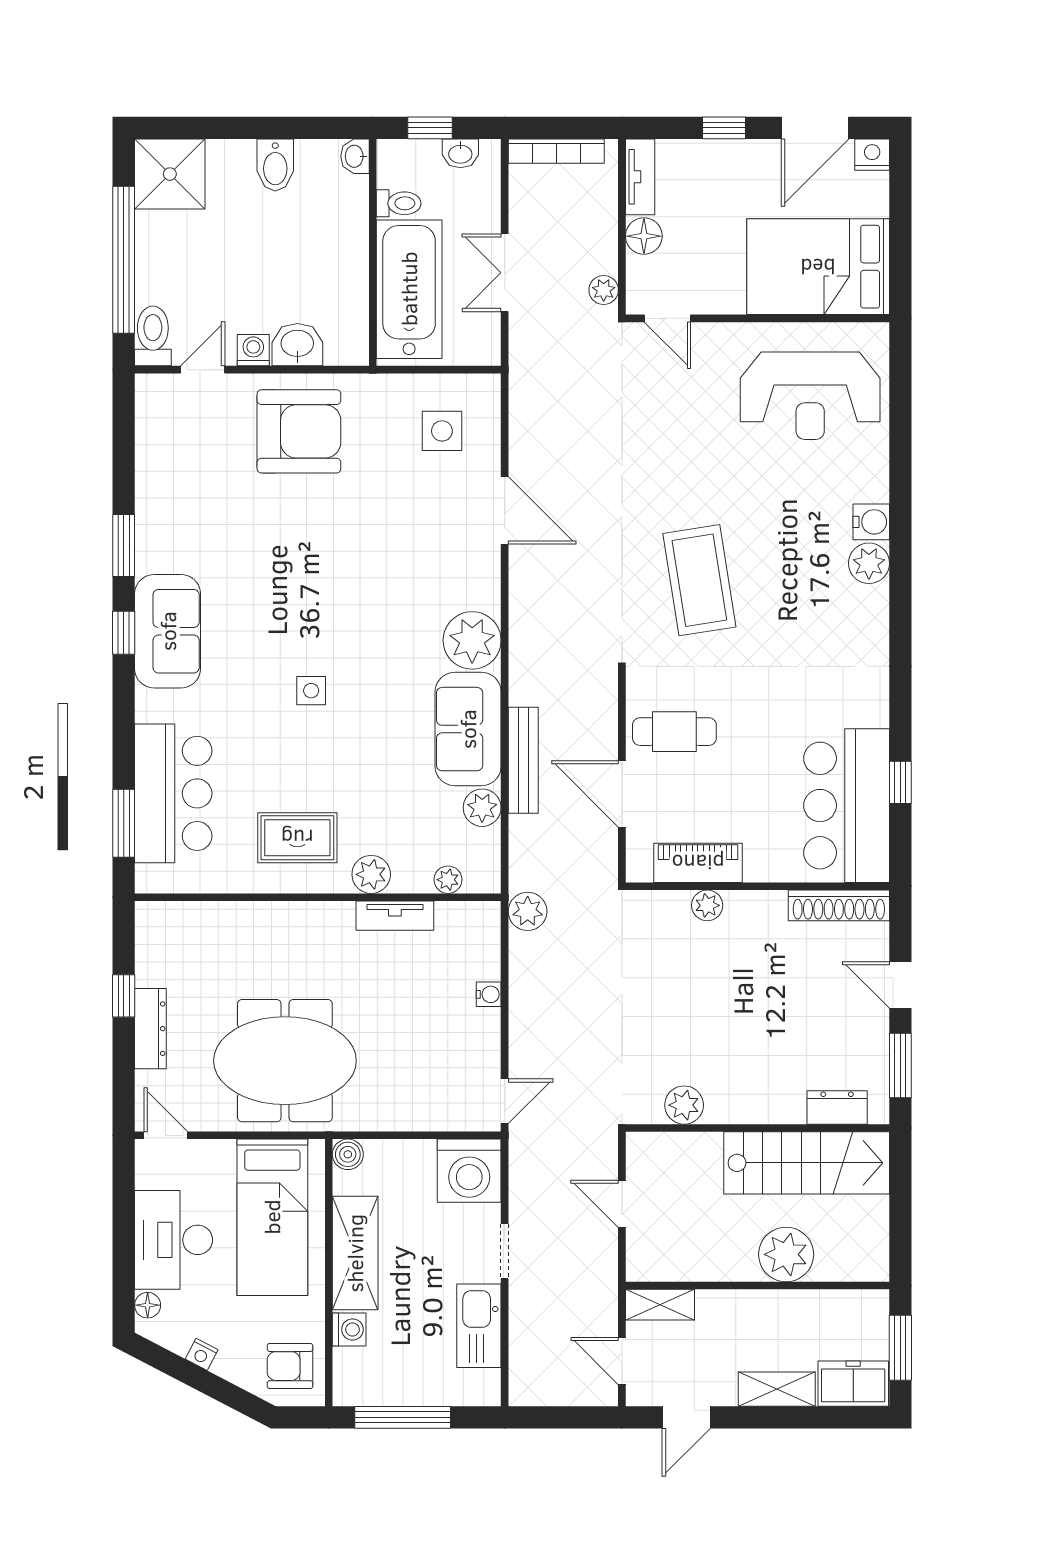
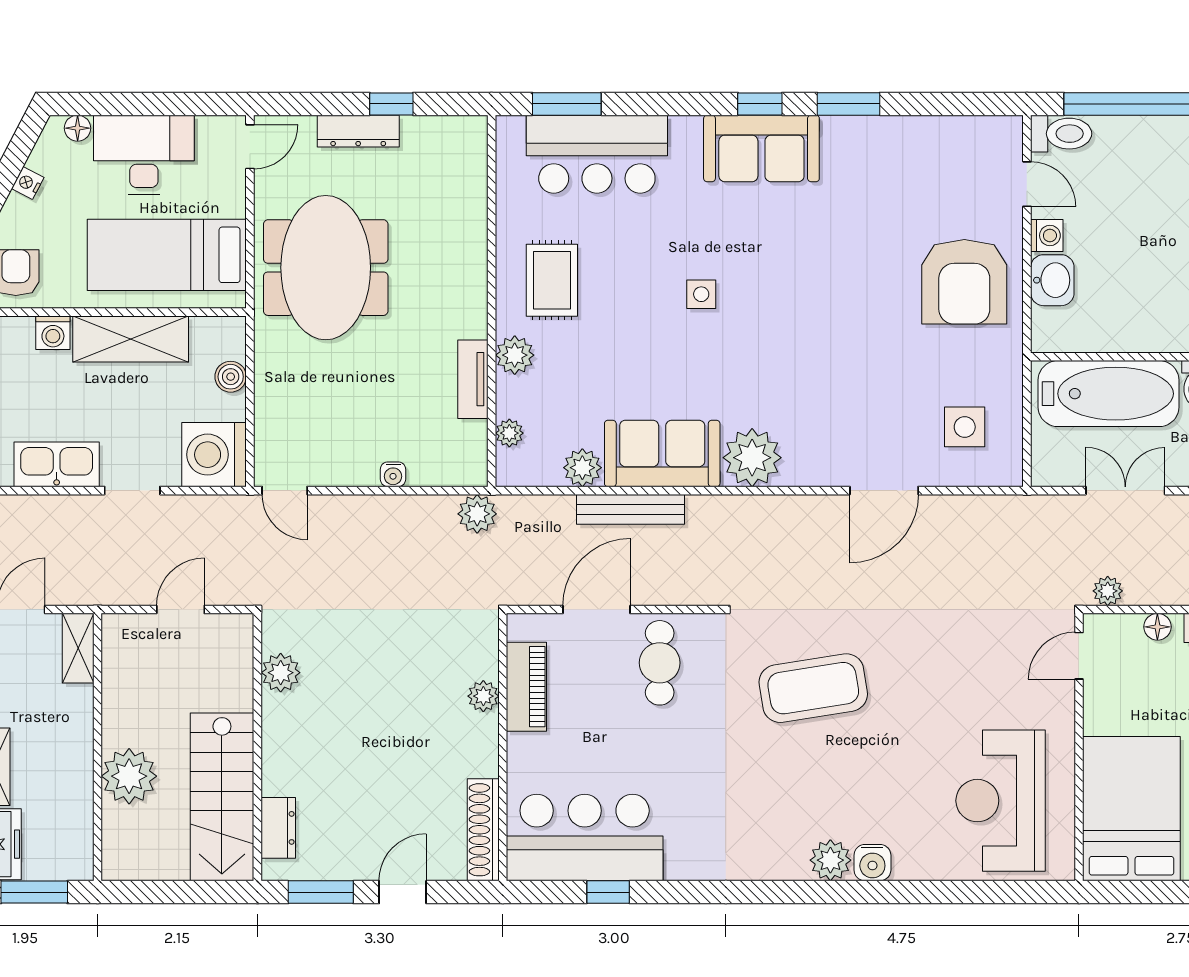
floor lamp: (644, 236) -> (1157, 627), width x0.73, depth x0.73
boiler: (348, 1154) -> (231, 377), moved

